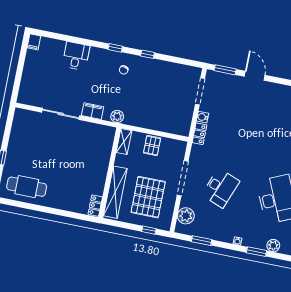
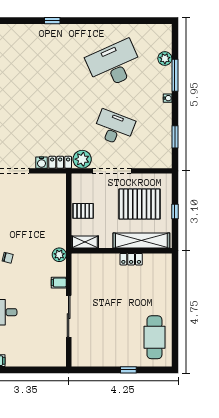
filing cabinet: (93, 111) -> (59, 283), width x0.50
locker: (95, 206) -> (131, 259), moved
plant: (186, 216) -> (82, 159), moved
window: (149, 230) -> (175, 212), moved
window: (257, 252) -> (175, 75), width x1.44

